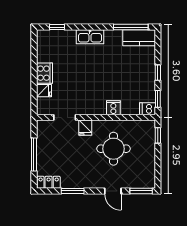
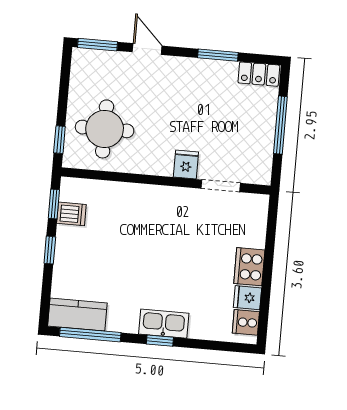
window: (57, 27) -> (160, 341), moved
fridge: (44, 91) -> (247, 298), moved
cooker: (113, 108) -> (246, 322), moved, turned 90
dishwasher: (147, 109) -> (71, 214), moved
round table: (113, 149) -> (105, 129), moved

